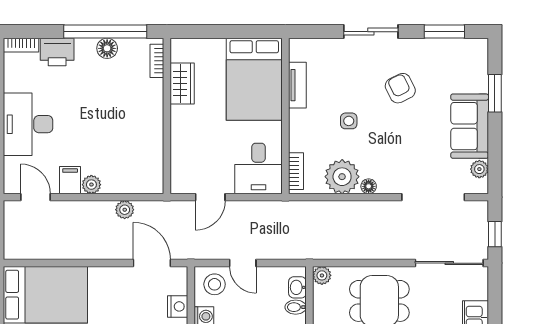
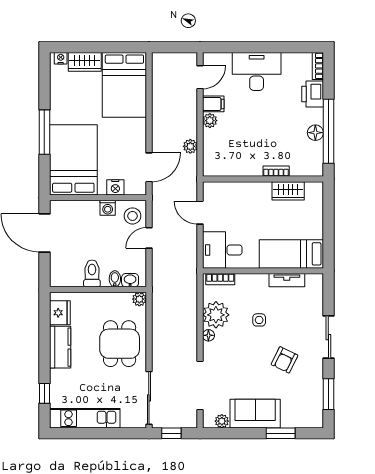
bookcase: (157, 61) -> (276, 171), moved
bed: (254, 79) -> (291, 254), width x0.67
armchair: (400, 88) -> (284, 360), turned 142

